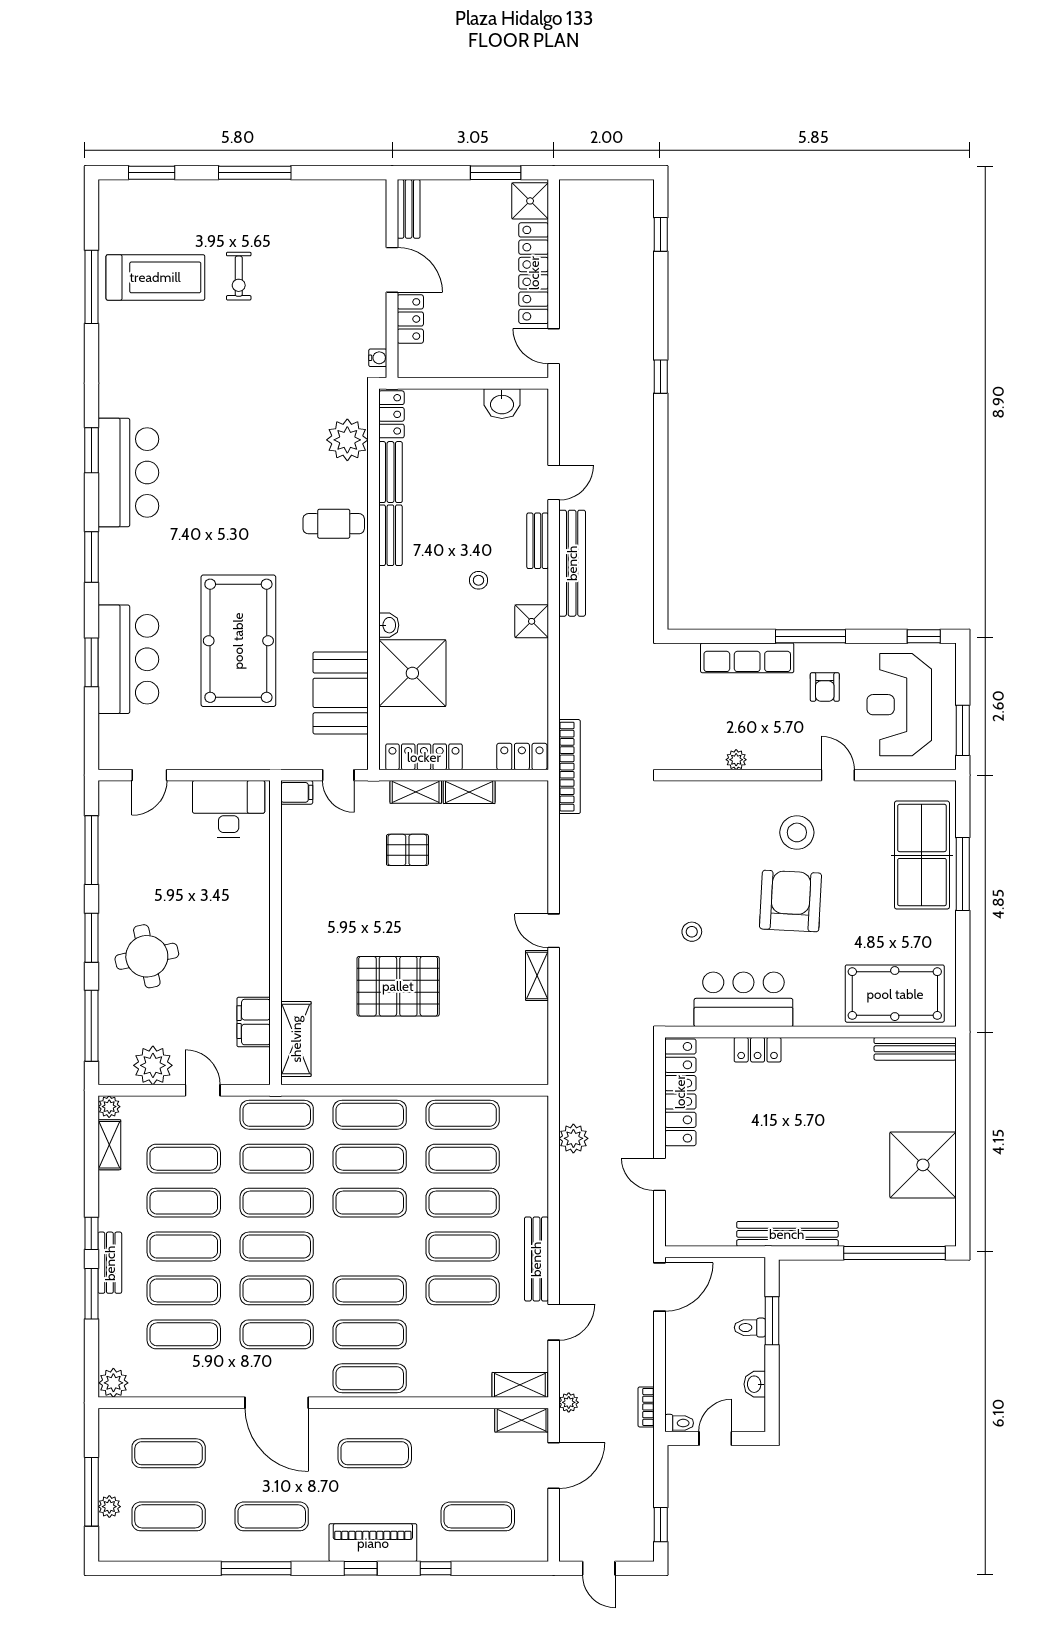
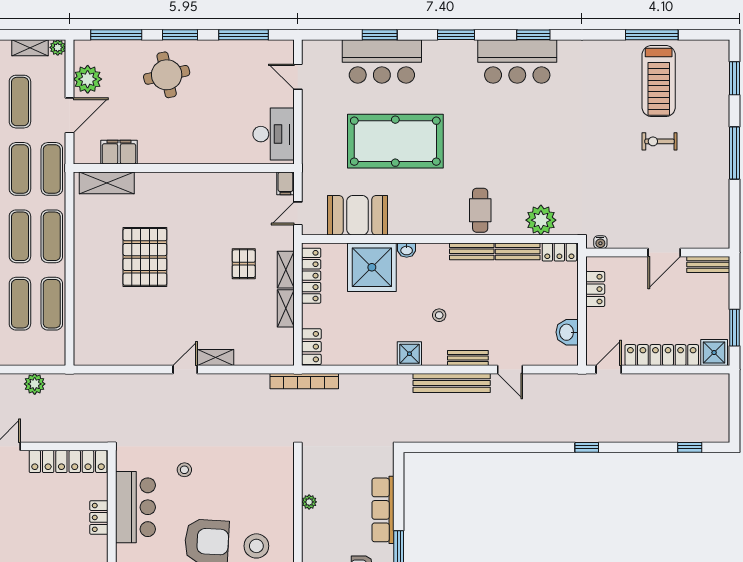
locker: (410, 319) -> (595, 289), moved, turned -90
shelving: (537, 975) -> (216, 358), moved
door: (203, 1090) -> (70, 115), width x1.38

